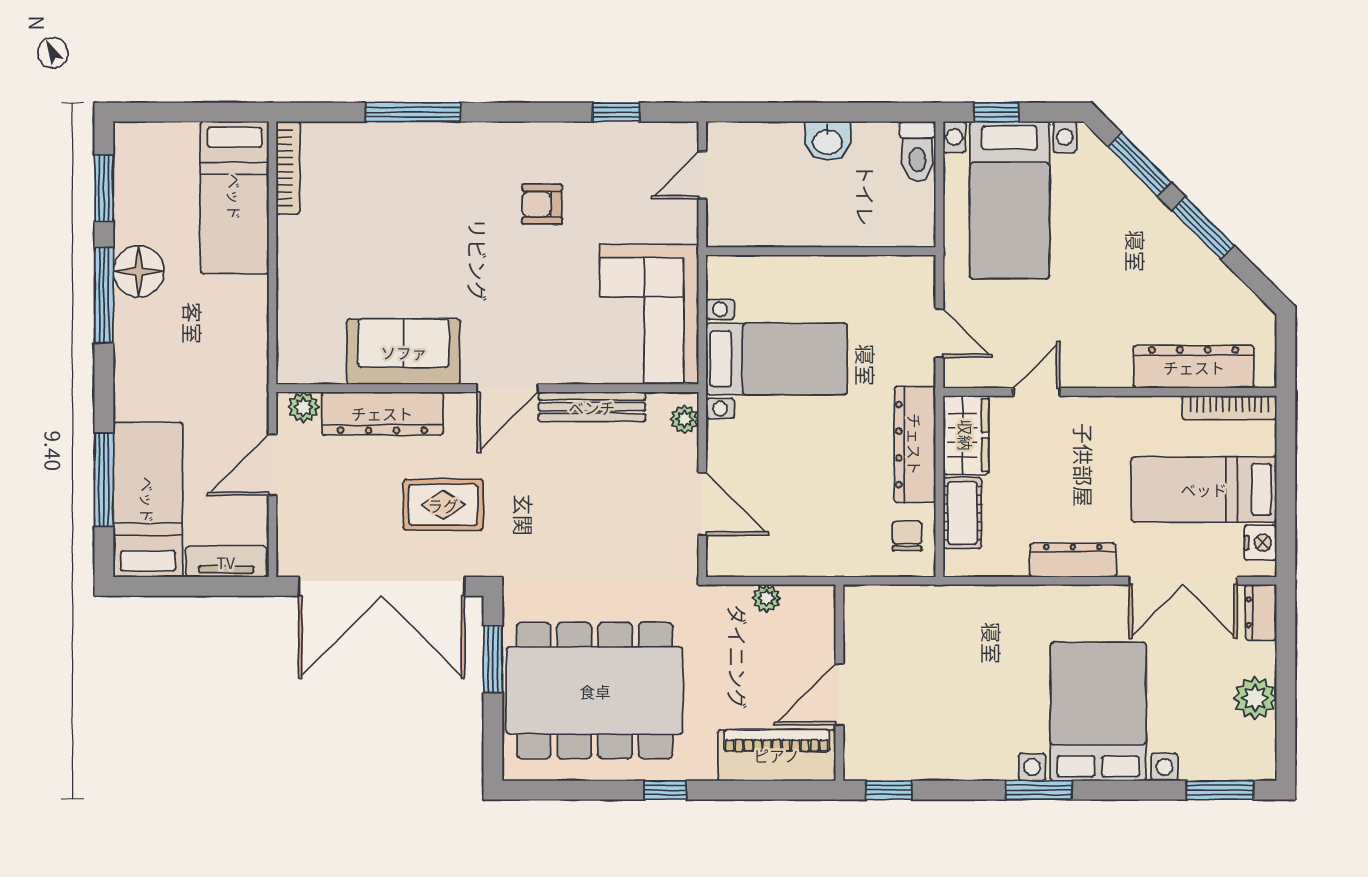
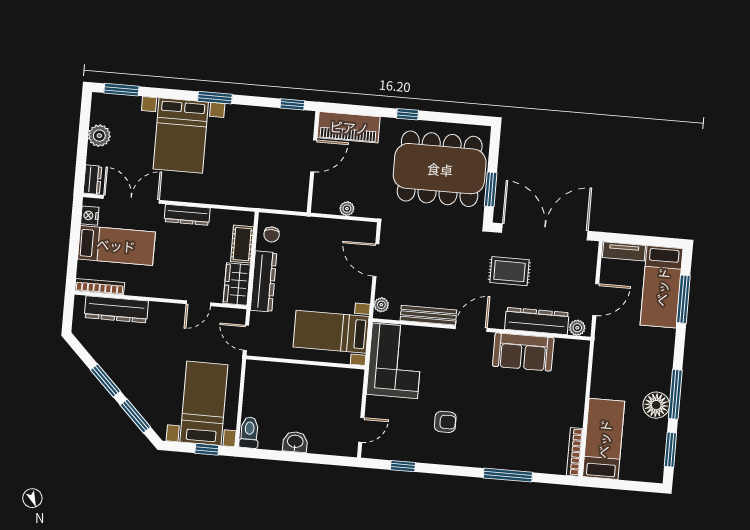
wall: (821, 251) -> (305, 362), moved

